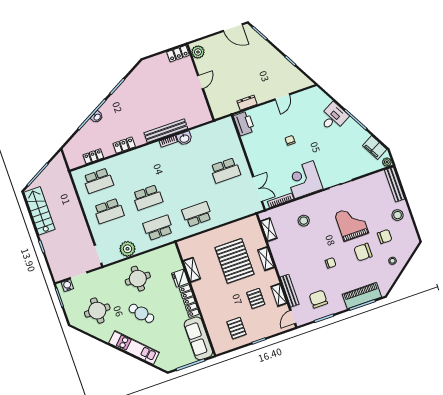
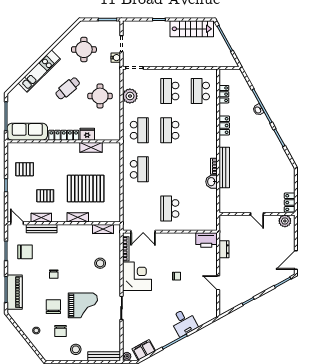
water cooler: (67, 286) -> (116, 58), moved

